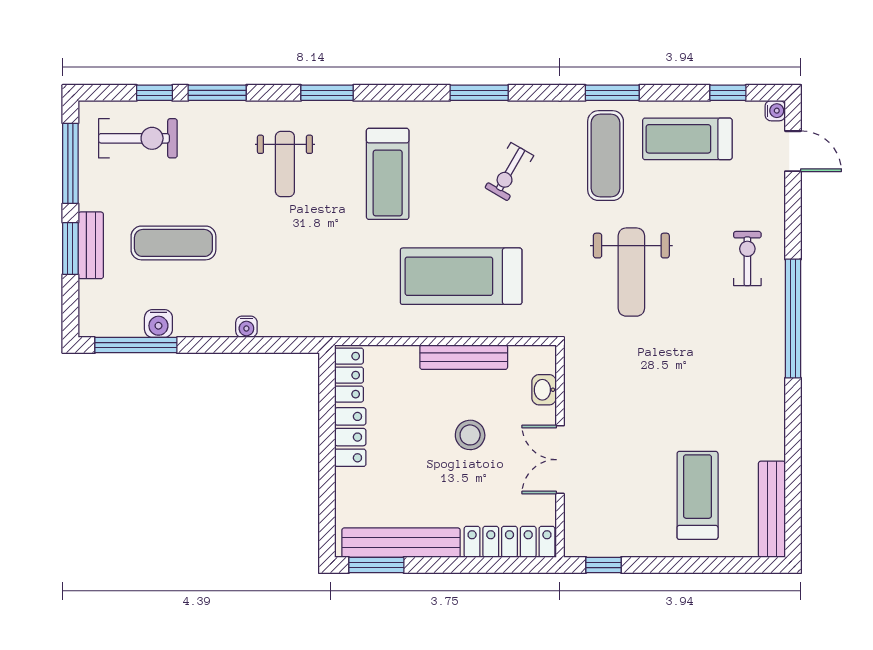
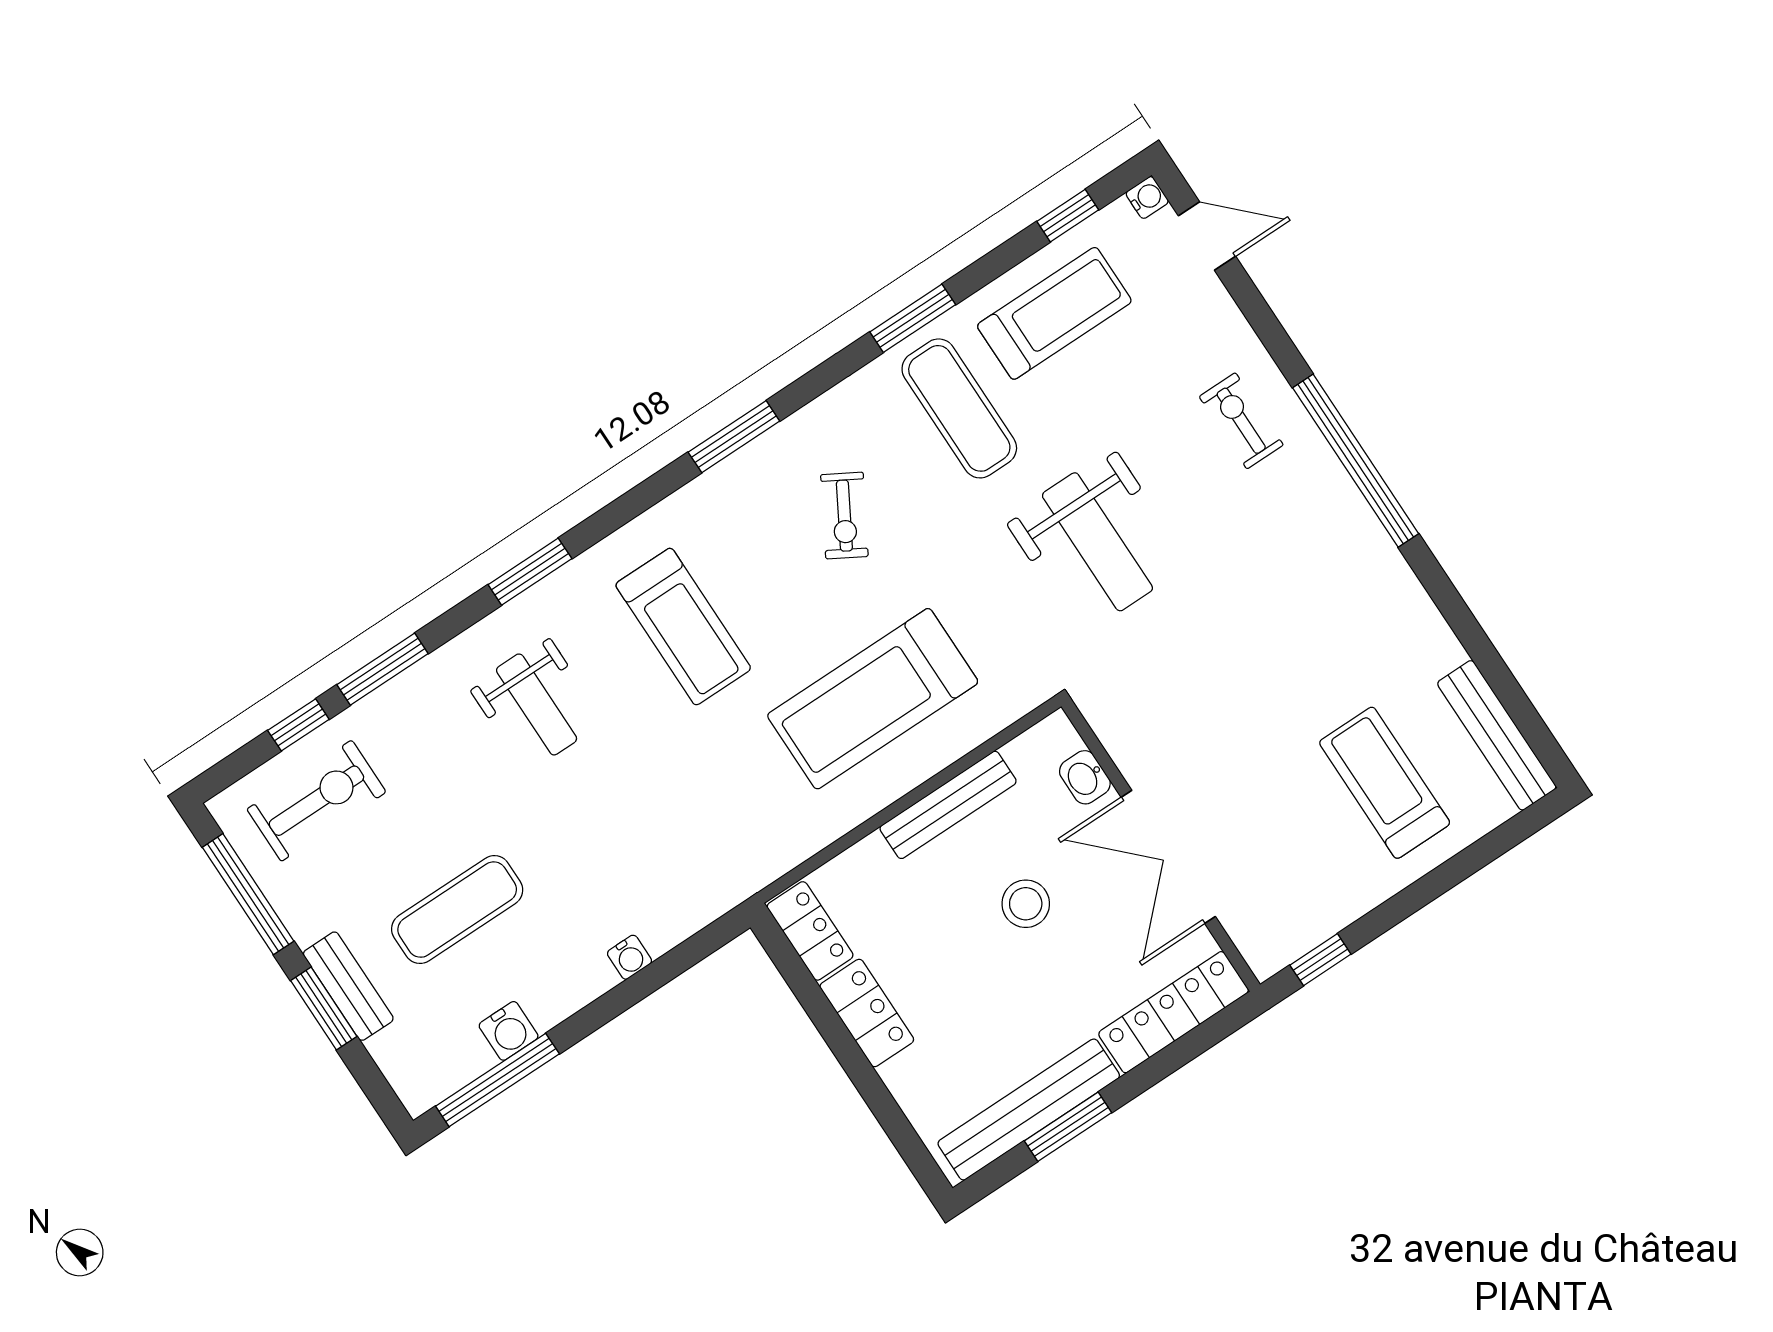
treadmill: (687, 139) -> (1054, 313), turned 180
double door: (560, 460) -> (1168, 857), width x1.37
window: (376, 565) -> (1068, 1127), moved

